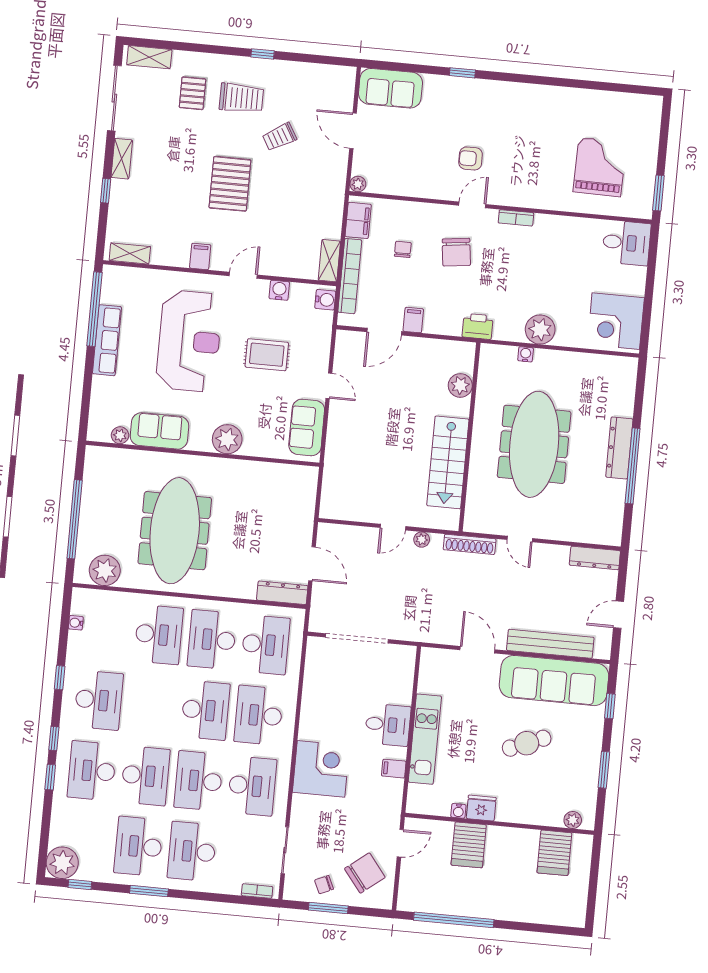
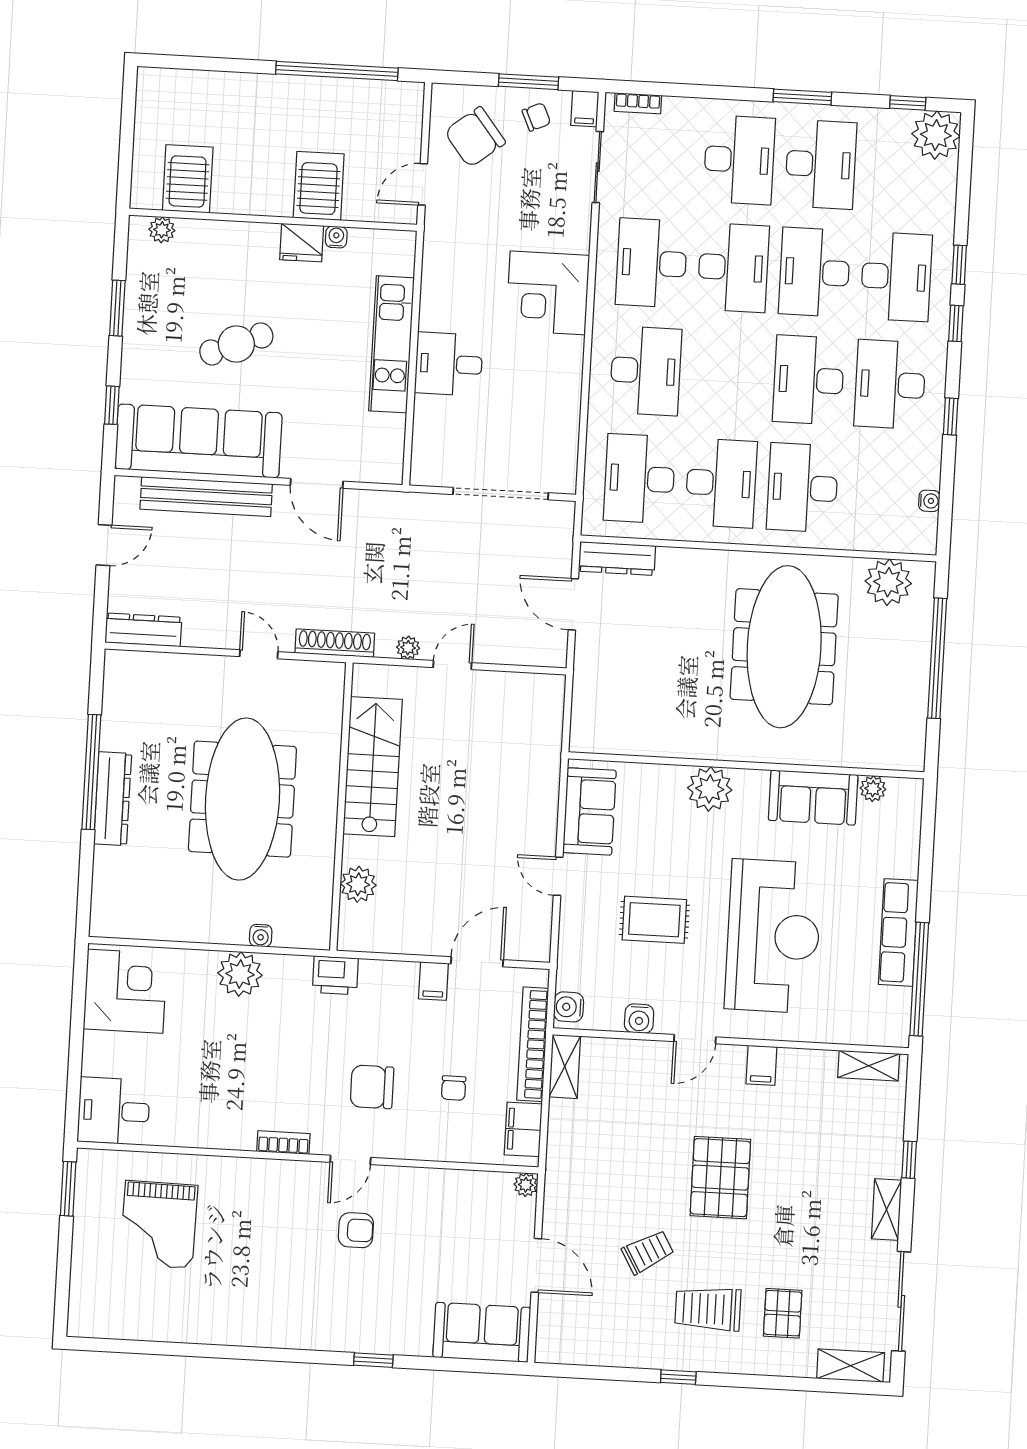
chair: (456, 252) -> (372, 1087), turned -83
reception desk: (189, 341) -> (773, 936), turned 180
desk: (205, 710) -> (809, 380), moved
filing cabinet: (394, 769) -> (585, 109), moved, turned 90

